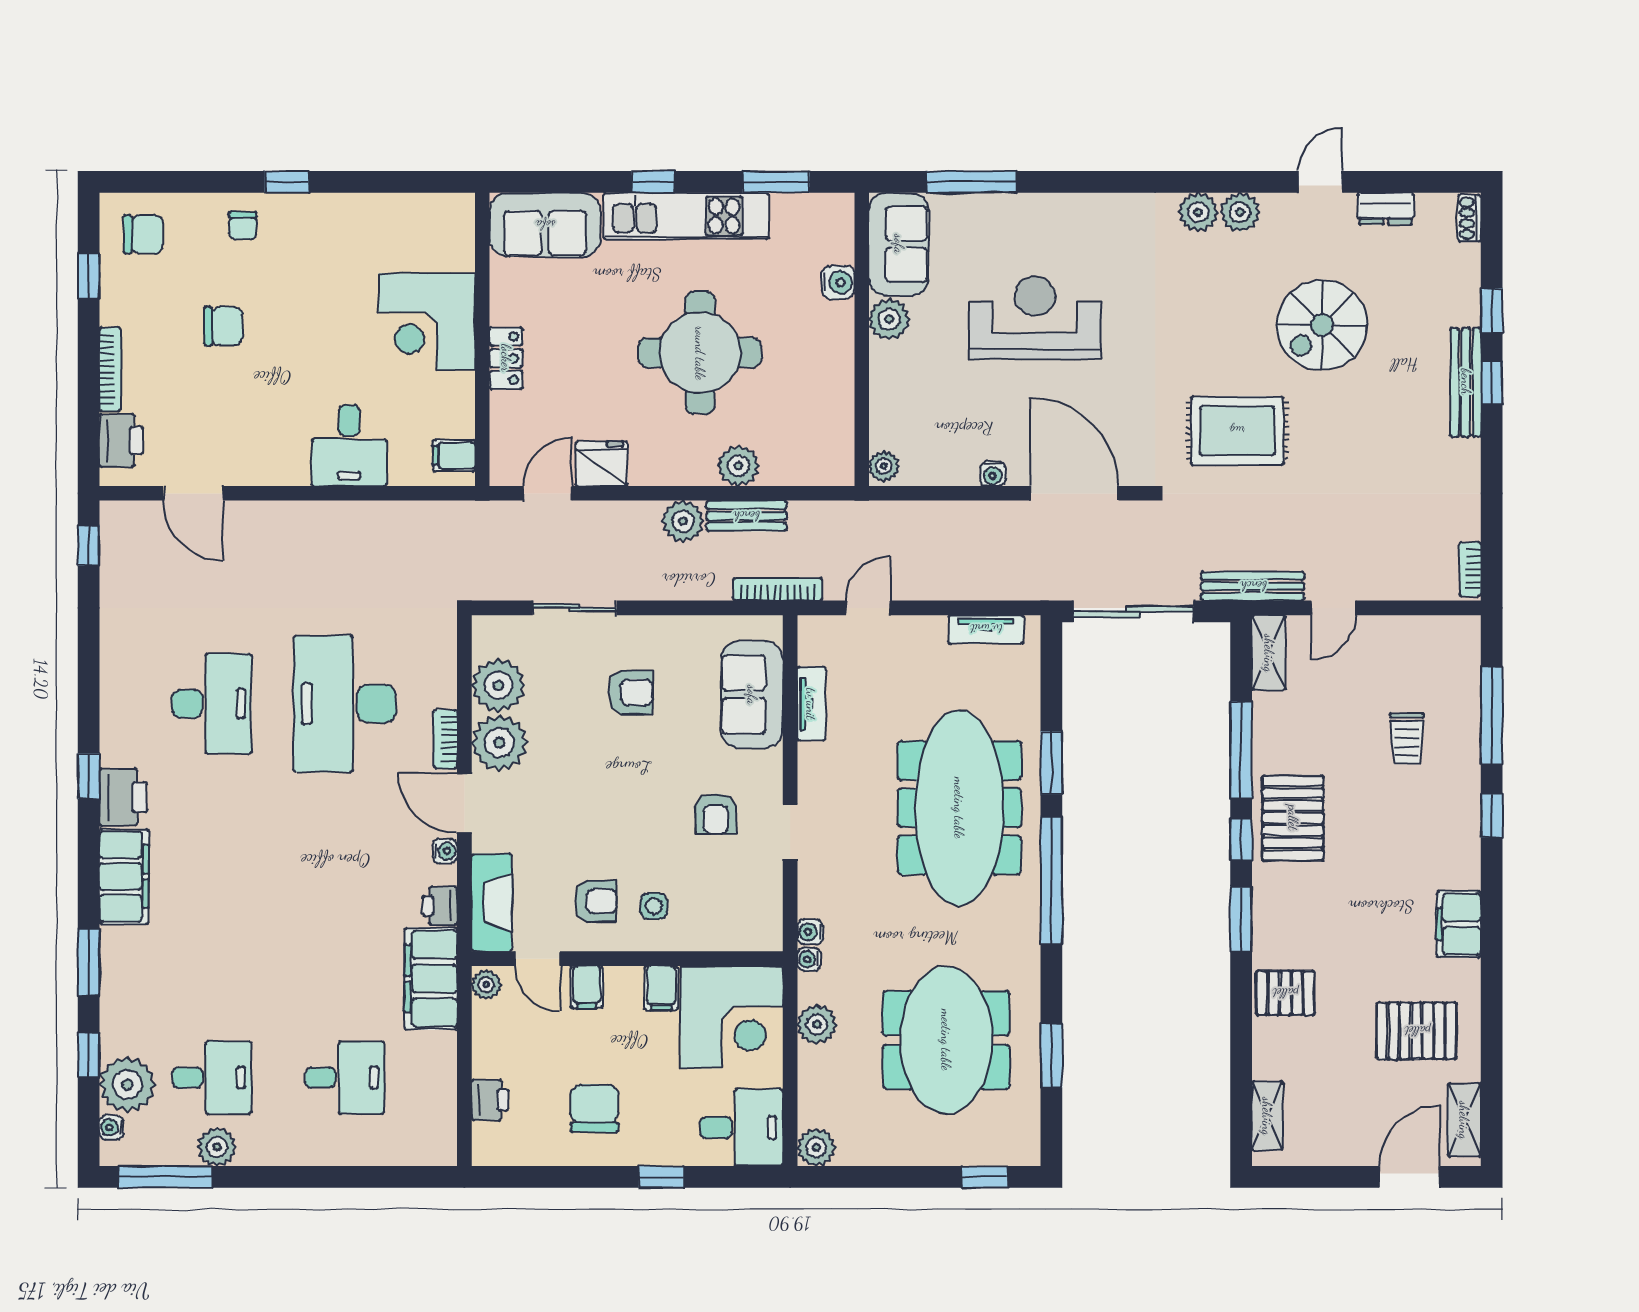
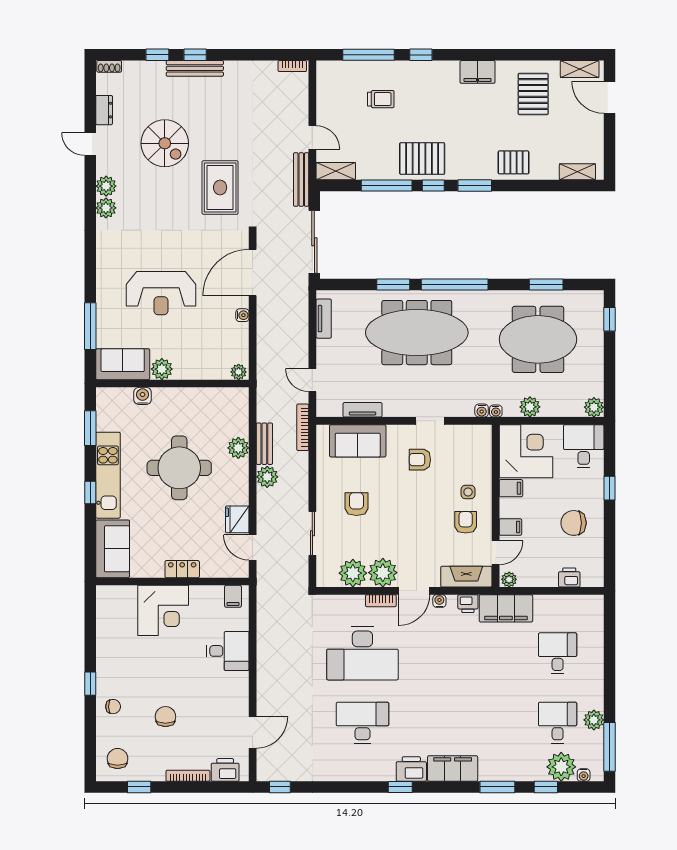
reception desk: (1035, 318) -> (161, 293), turned -90
armchair: (716, 814) -> (420, 460), turned 180
pallet: (1285, 993) -> (513, 162), turned 90

